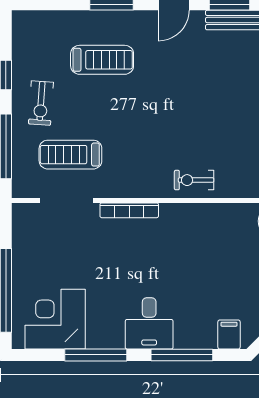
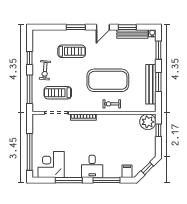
exercise mat: (185, 126) -> (108, 80), added

